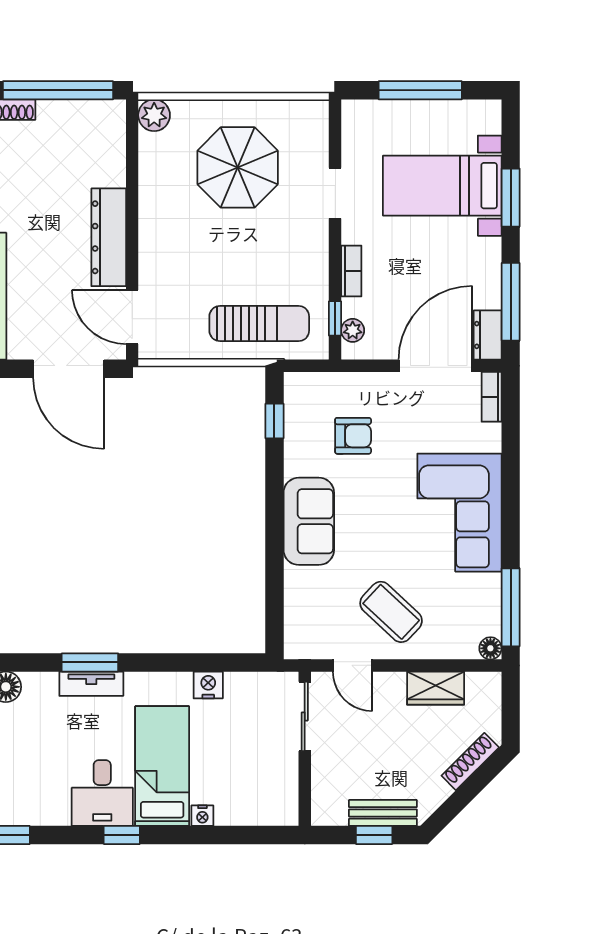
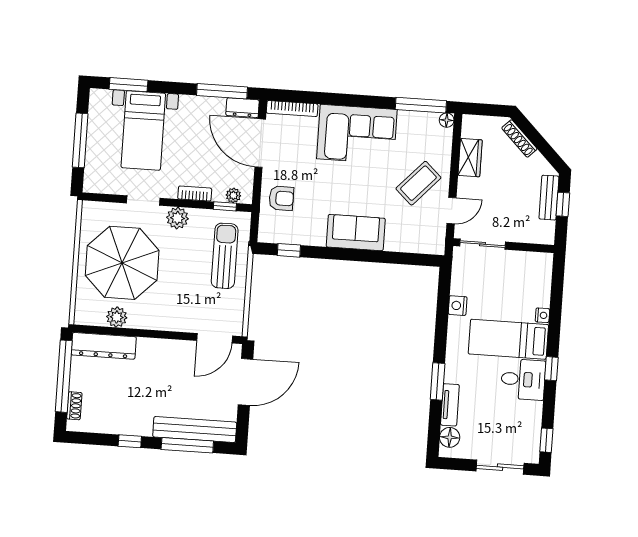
plant: (154, 115) -> (117, 317), moved
parasol: (238, 167) -> (122, 263), width x1.36, depth x1.36
window: (511, 198) -> (128, 85), moved
dresser: (109, 237) -> (104, 346), moved
plant: (312, 247) -> (177, 218), added
bookcase: (492, 397) -> (292, 109), width x1.56
armchair: (353, 436) -> (281, 198), moved, turned 90
tv unit: (91, 684) -> (450, 405), moved

